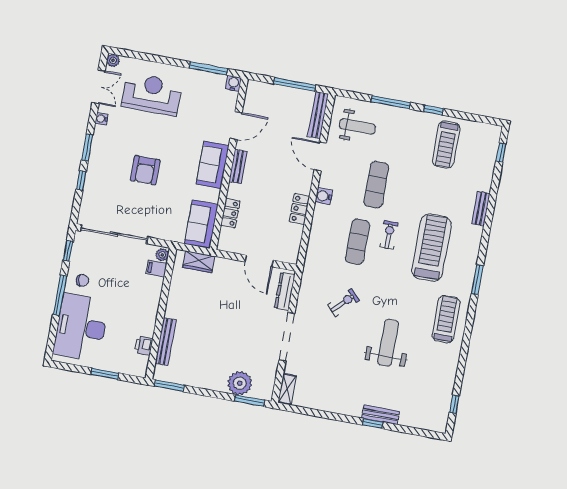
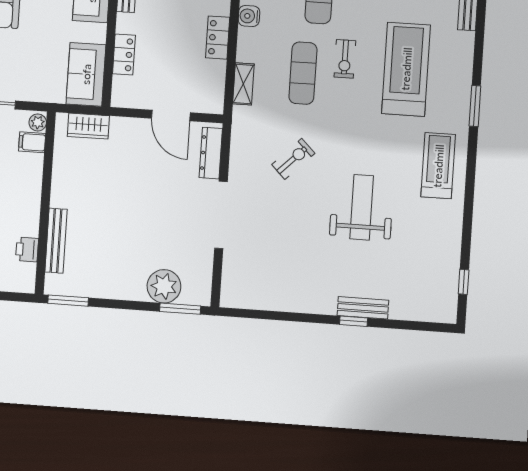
exercise bike: (389, 235) -> (345, 59), turned 180
shelving: (287, 389) -> (243, 84), moved

